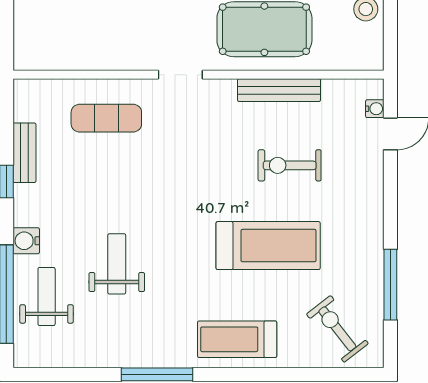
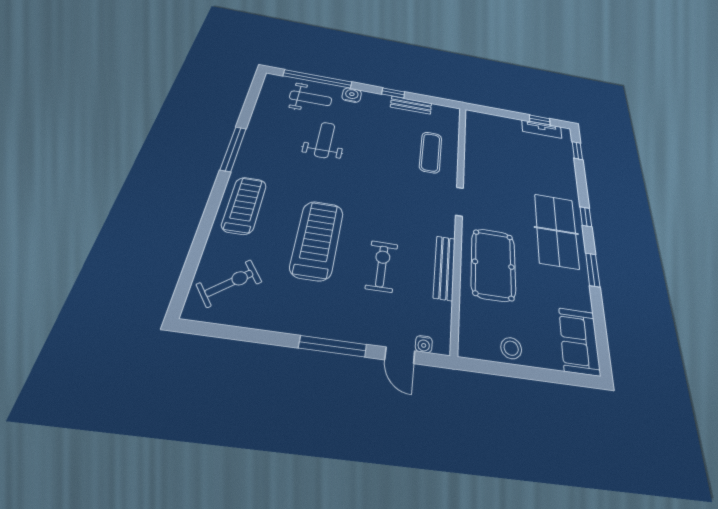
treadmill: (268, 246) -> (317, 240), turned 180
weight bench: (117, 264) -> (325, 140), turned -90
window: (390, 285) -> (333, 346), moved

